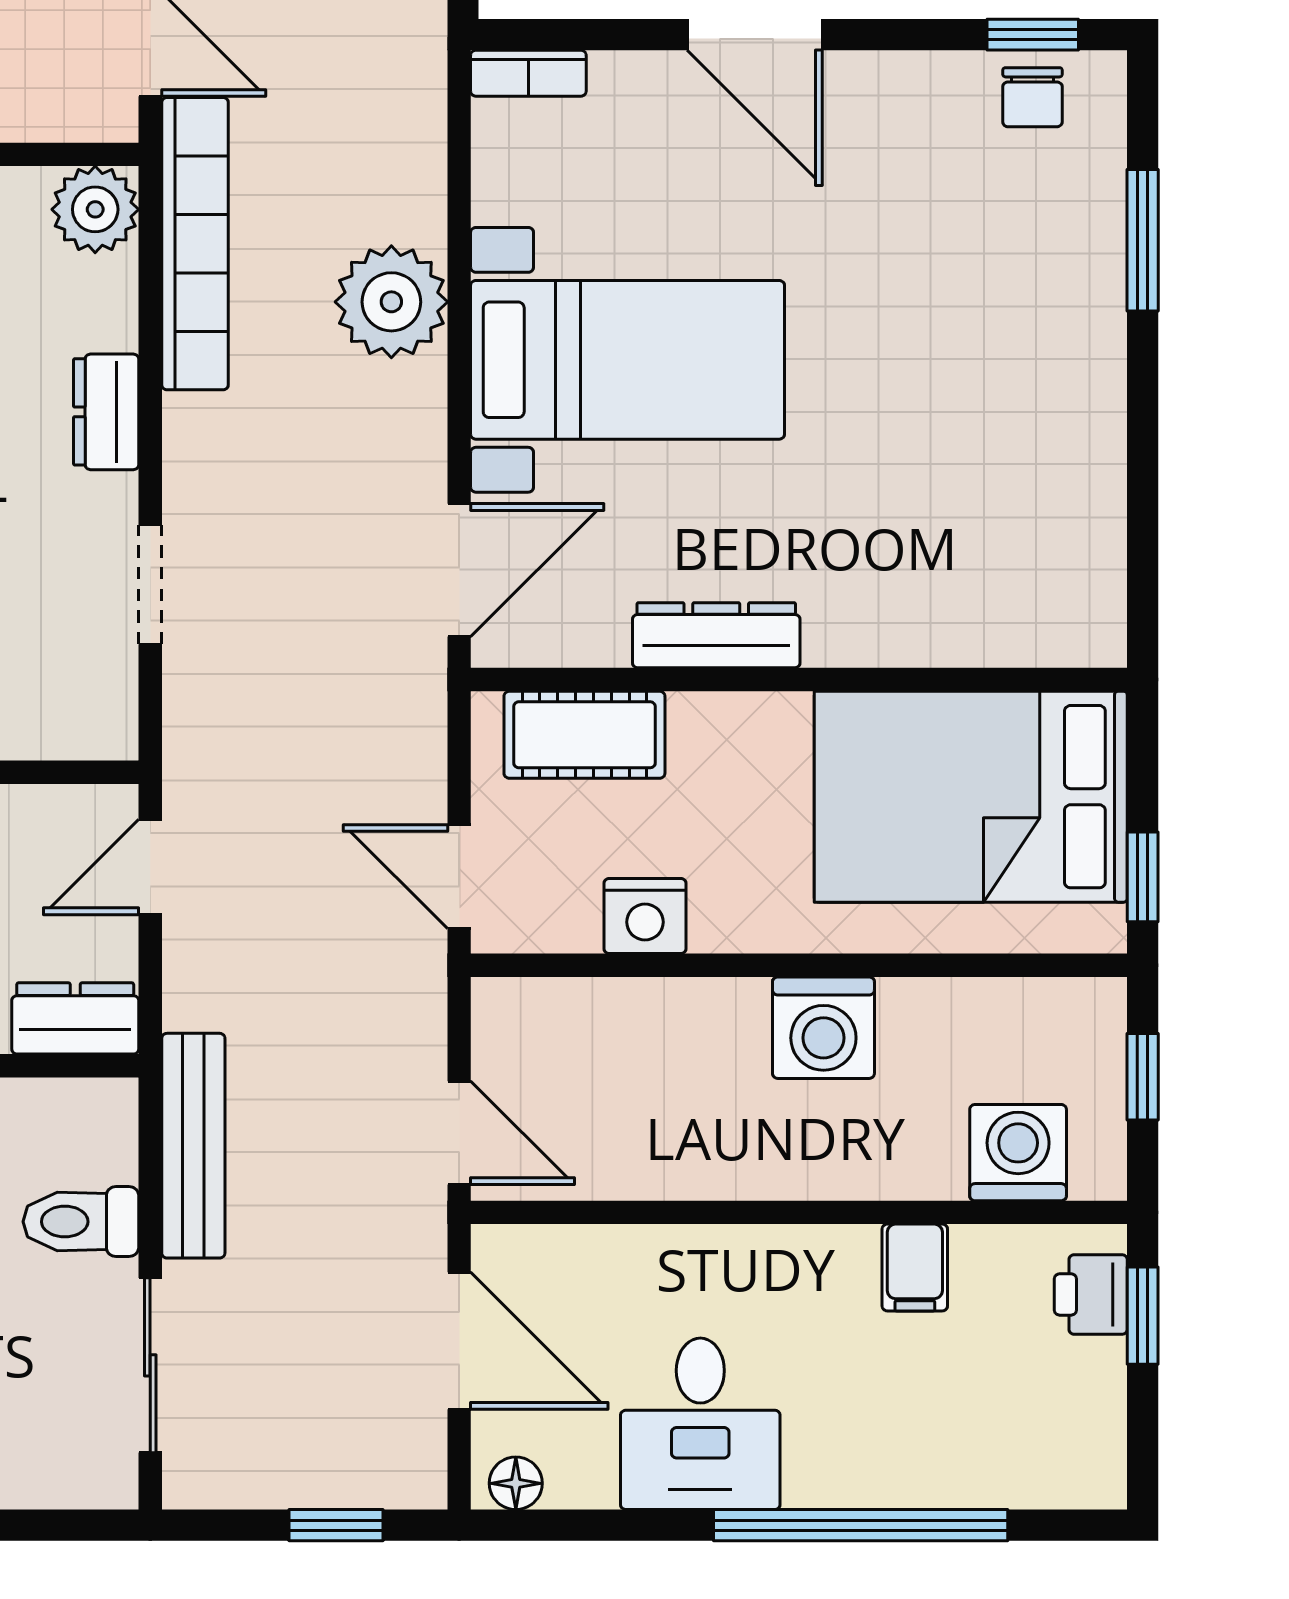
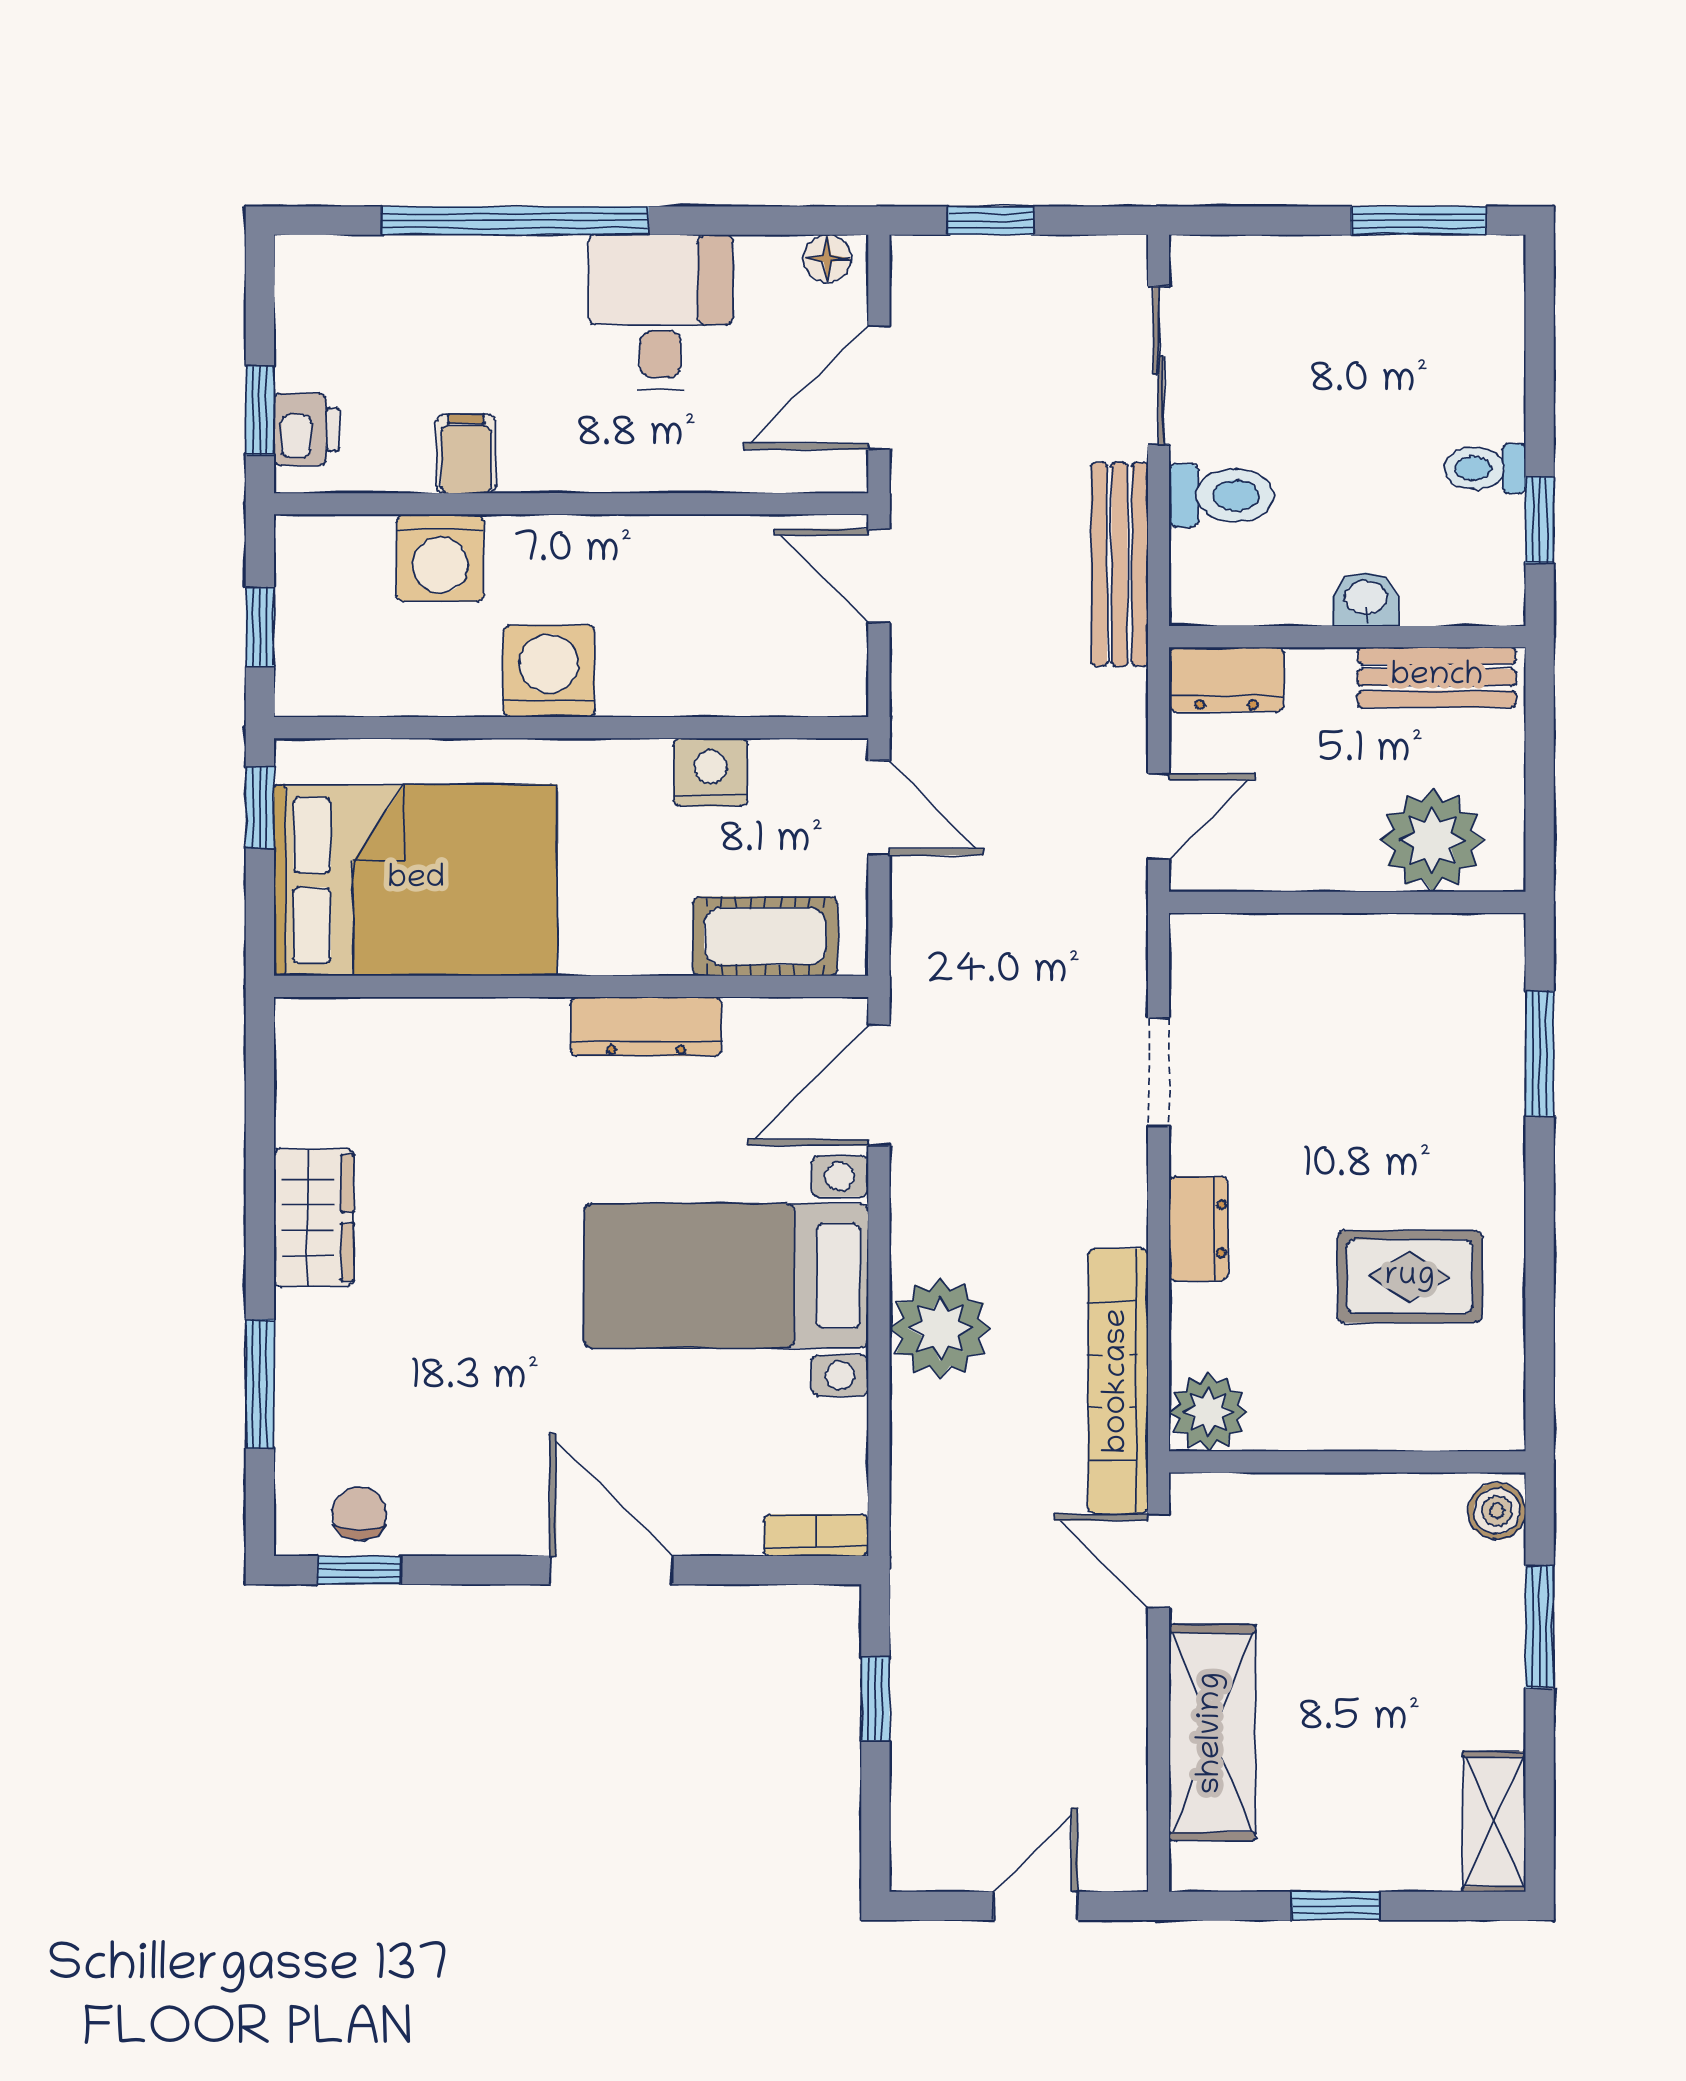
wardrobe: (1083, 424) -> (314, 1218), added
washing machine: (1018, 1153) -> (440, 558), moved
door: (459, 1341) -> (879, 388), hinge flipped

